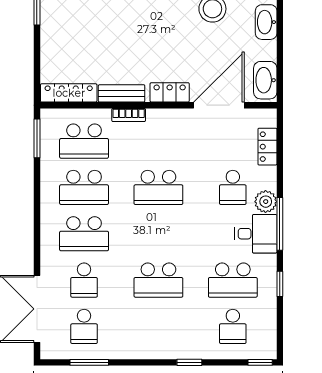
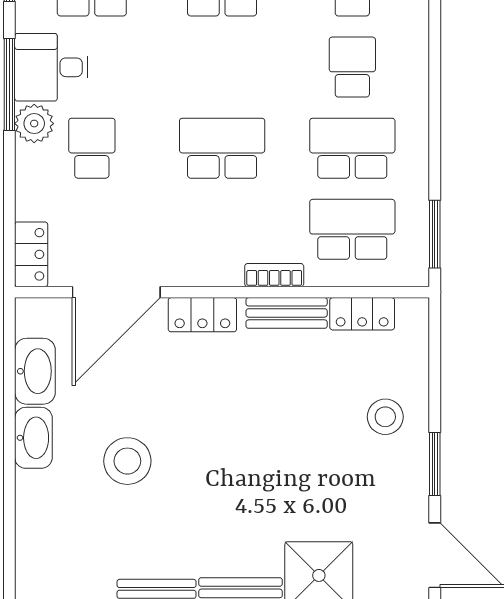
stool: (65, 34) -> (385, 417), added
washbasin: (265, 80) -> (35, 371), moved
locker: (69, 93) -> (362, 314), width x0.66
locker: (267, 147) -> (31, 254), moved
school desk: (84, 234) -> (352, 67), width x0.54

